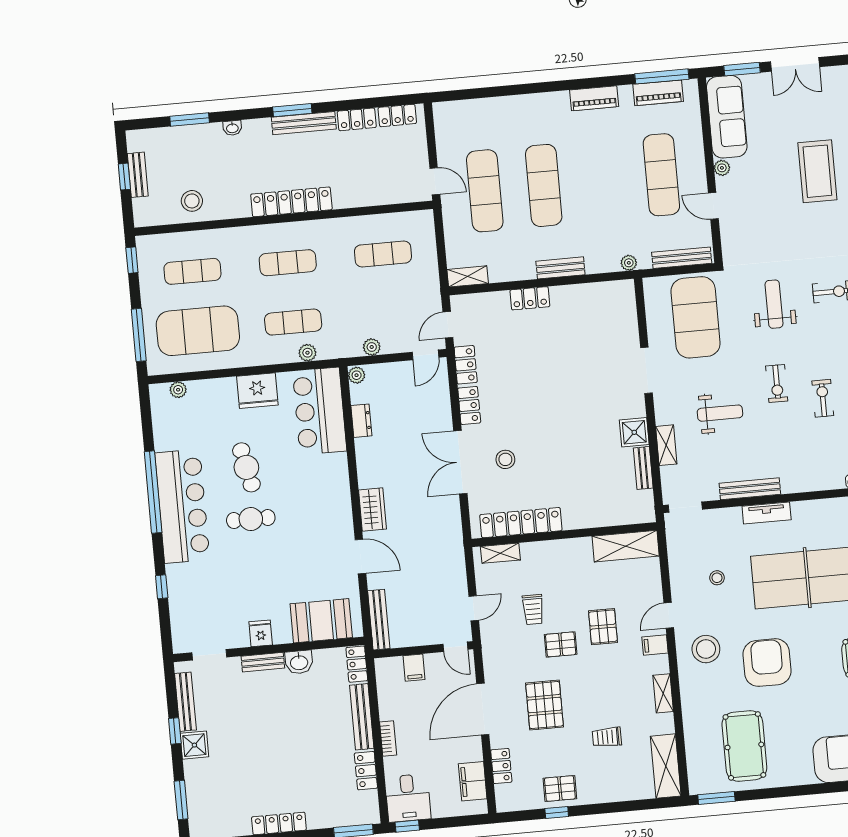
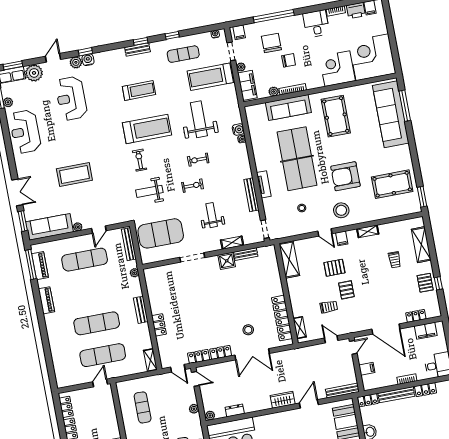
pallet: (545, 705) -> (380, 295), removed
shelving: (666, 766) -> (421, 245), moved, turned 90

